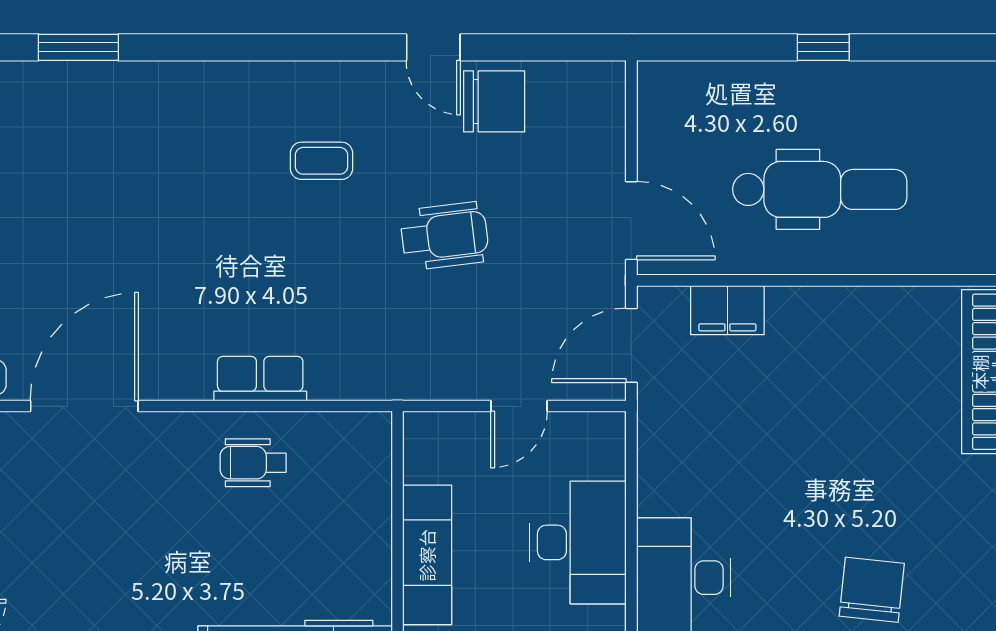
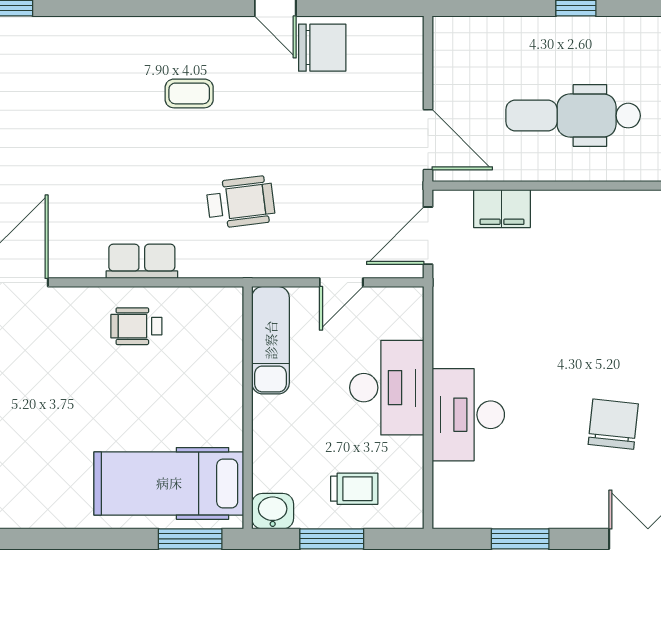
dental chair: (820, 189) -> (573, 116), turned 180
wheelchair: (445, 236) -> (241, 202), moved
exam couch: (427, 555) -> (271, 340), moved

